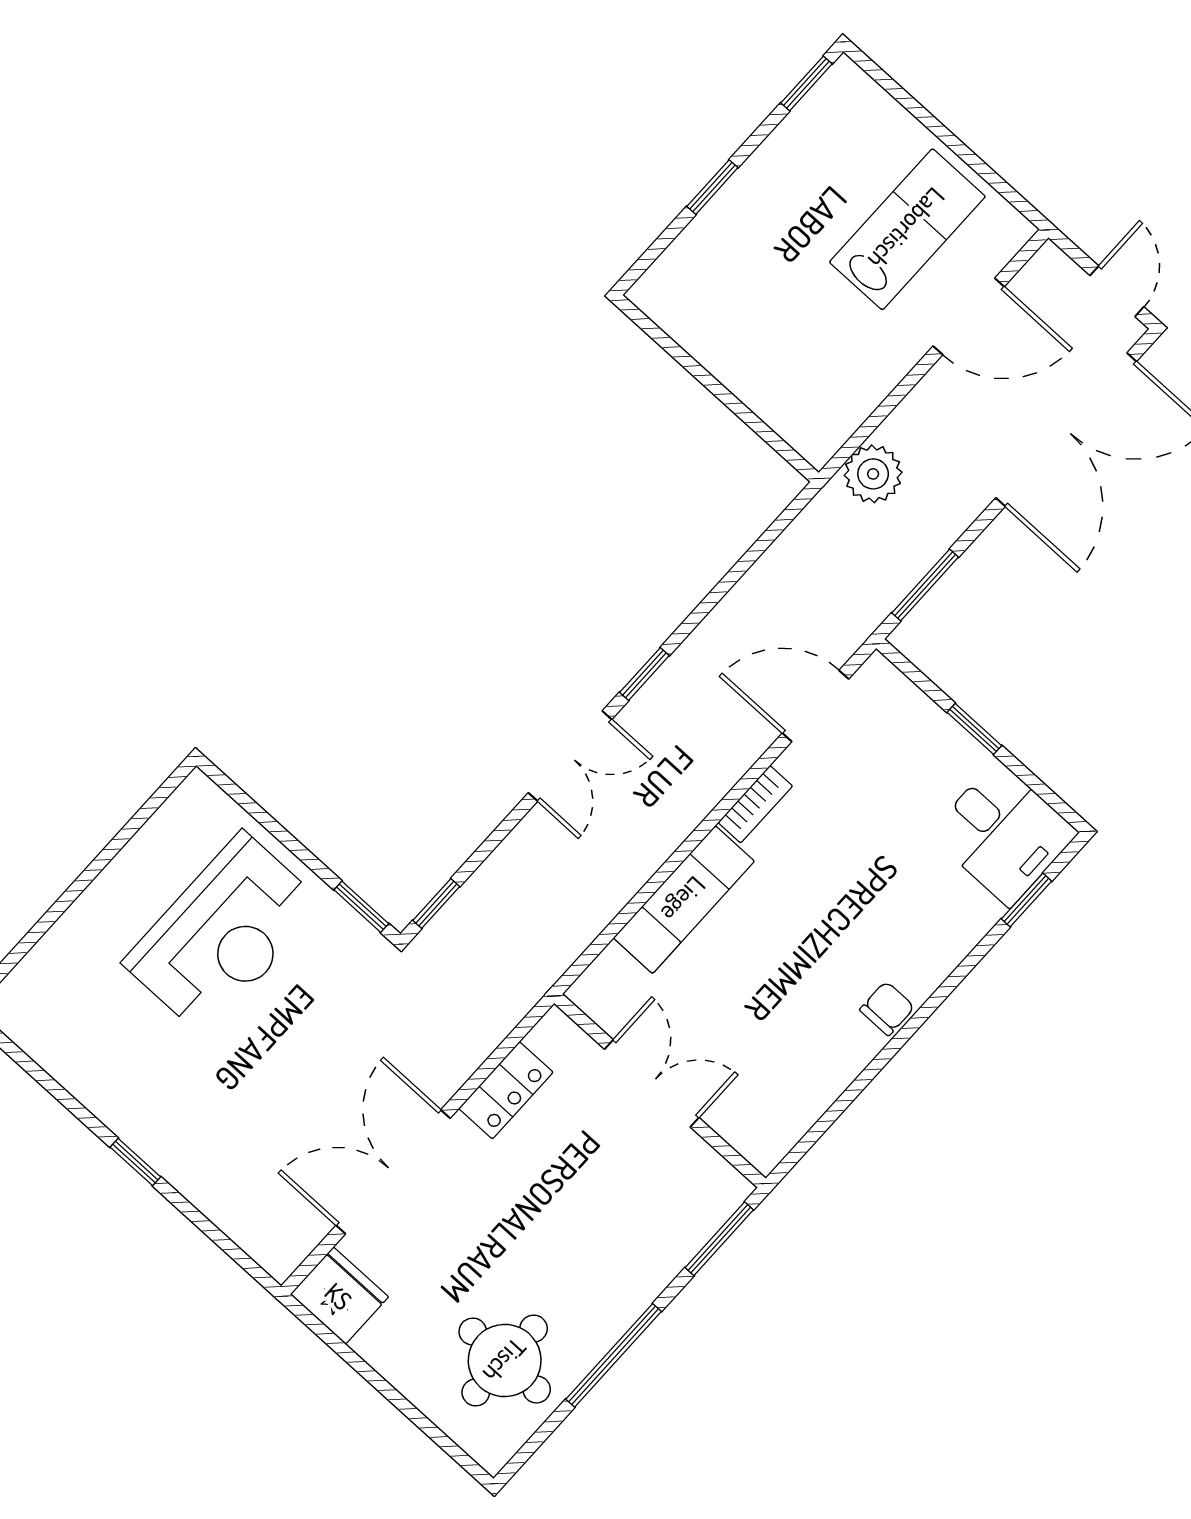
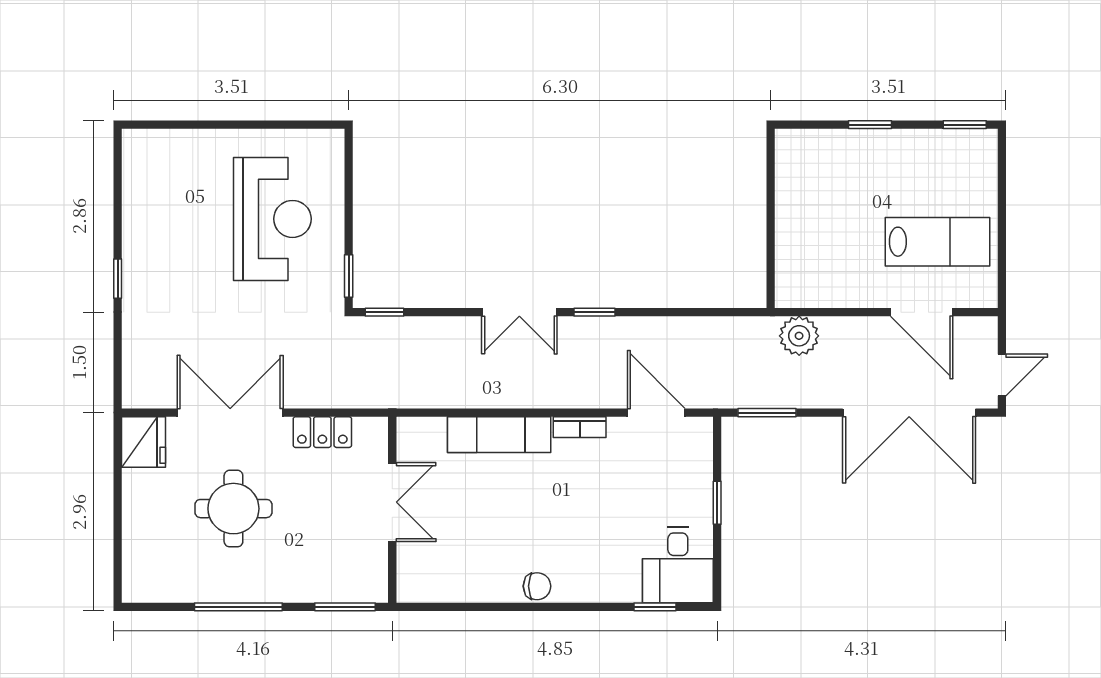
reception desk: (223, 934) -> (272, 219), turned -90
round table: (505, 1361) -> (233, 509), moved

